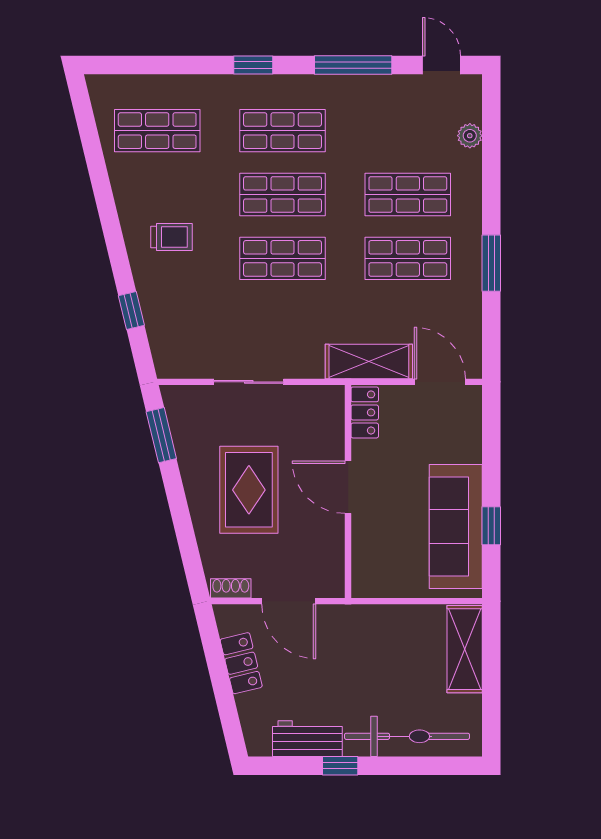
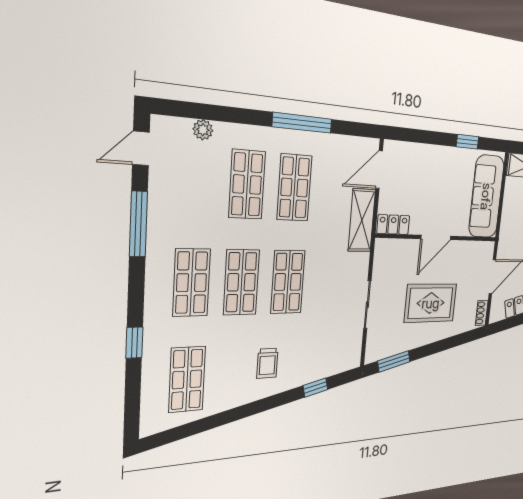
window: (253, 65) -> (134, 343), moved
trolley: (171, 237) -> (267, 363), turned 180
window: (491, 263) -> (302, 123), width x1.44
sofa: (456, 527) -> (486, 197), moved, turned 90

